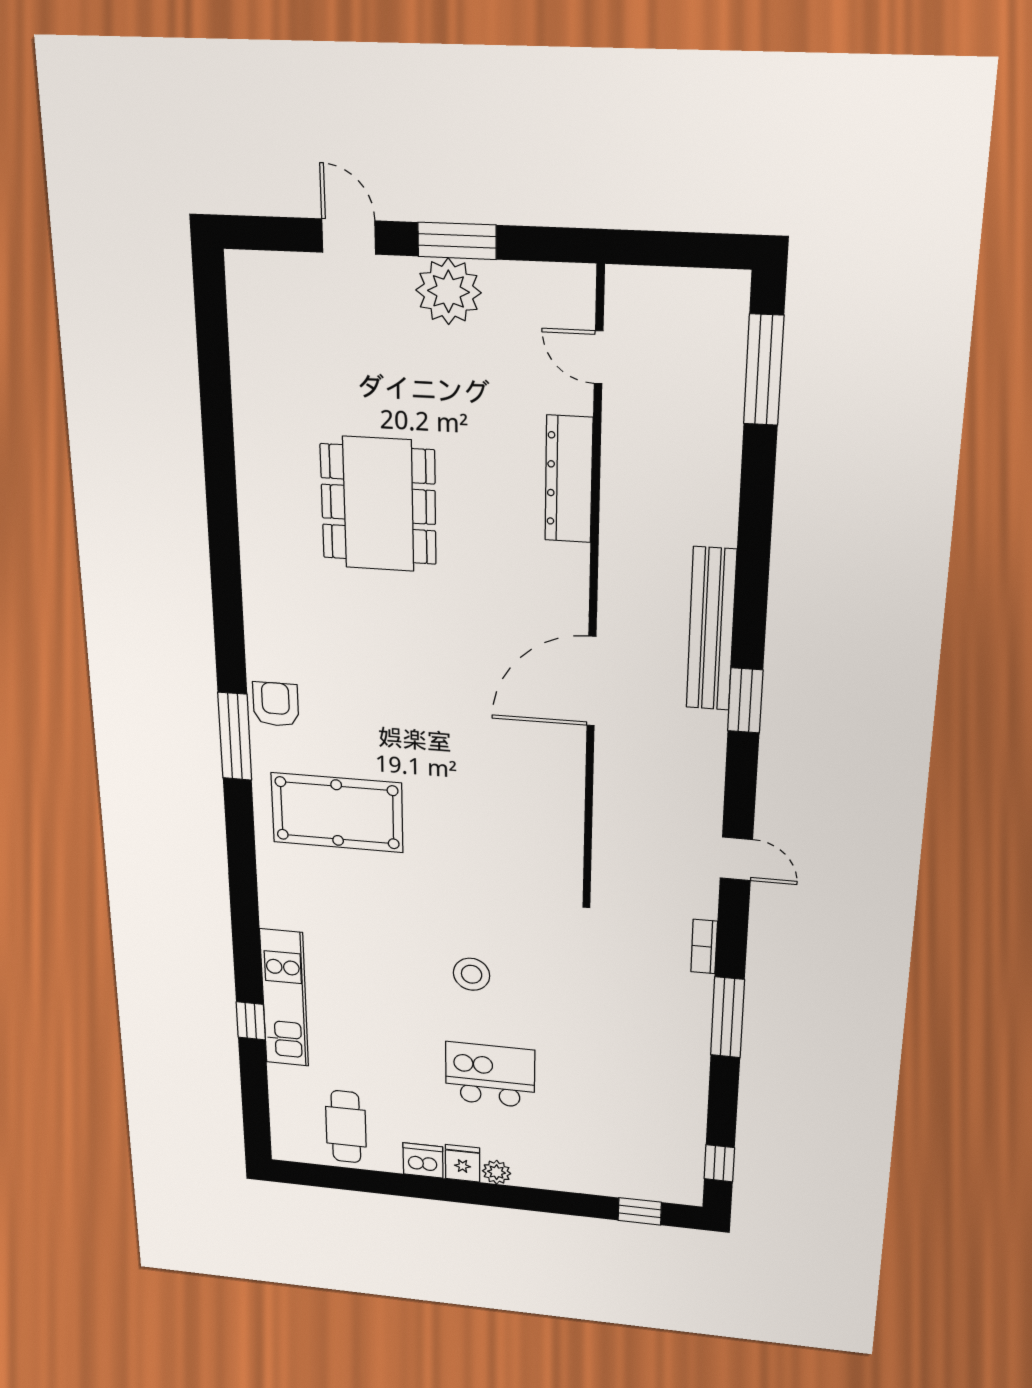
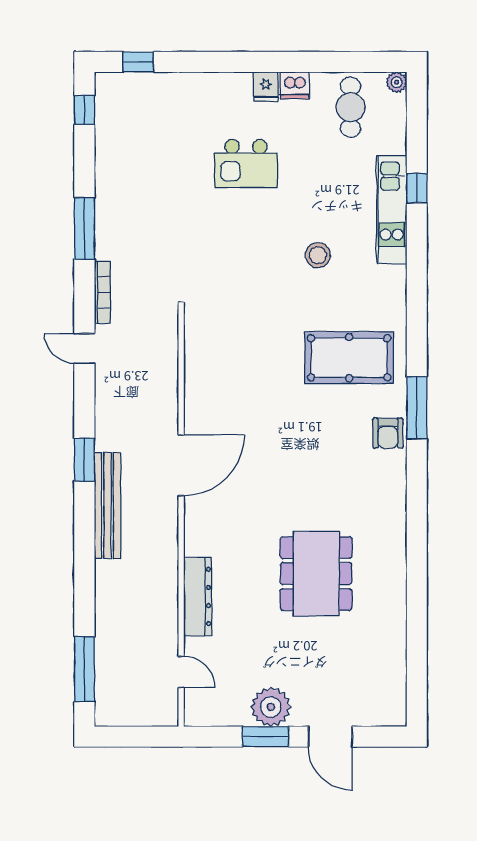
door: (349, 237) -> (330, 737), width x1.38
bookcase: (704, 947) -> (102, 292), width x1.56
stool: (472, 974) -> (318, 255), moved
plant: (497, 1172) -> (397, 82), moved

